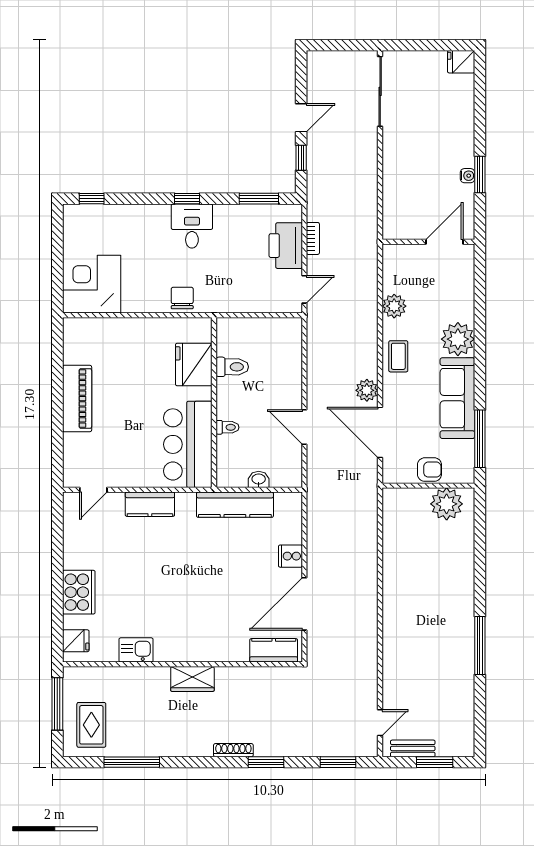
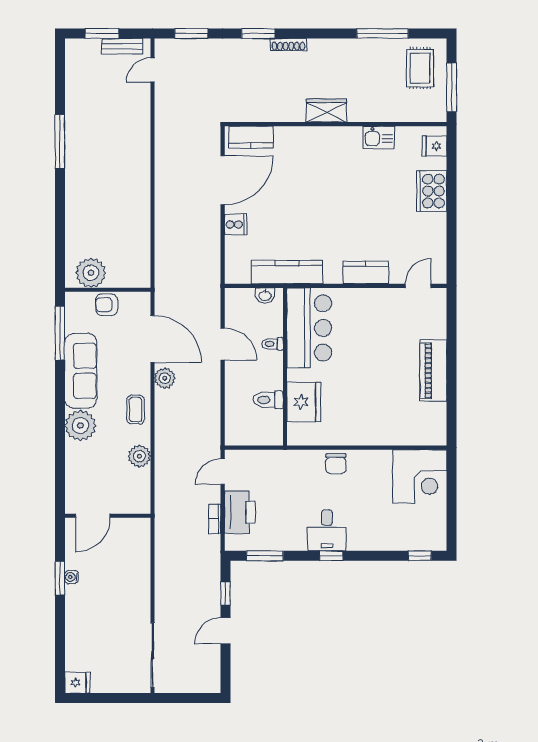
fridge: (194, 365) -> (304, 402), moved
toilet: (232, 367) -> (268, 400), moved
wall: (214, 403) -> (285, 367), moved
toilet: (227, 427) -> (272, 344), moved
bar counter: (188, 444) -> (309, 328), moved

